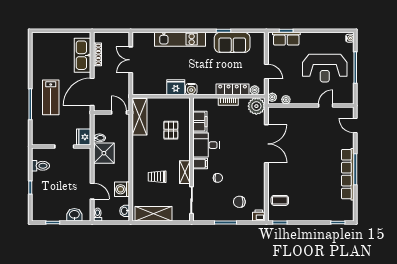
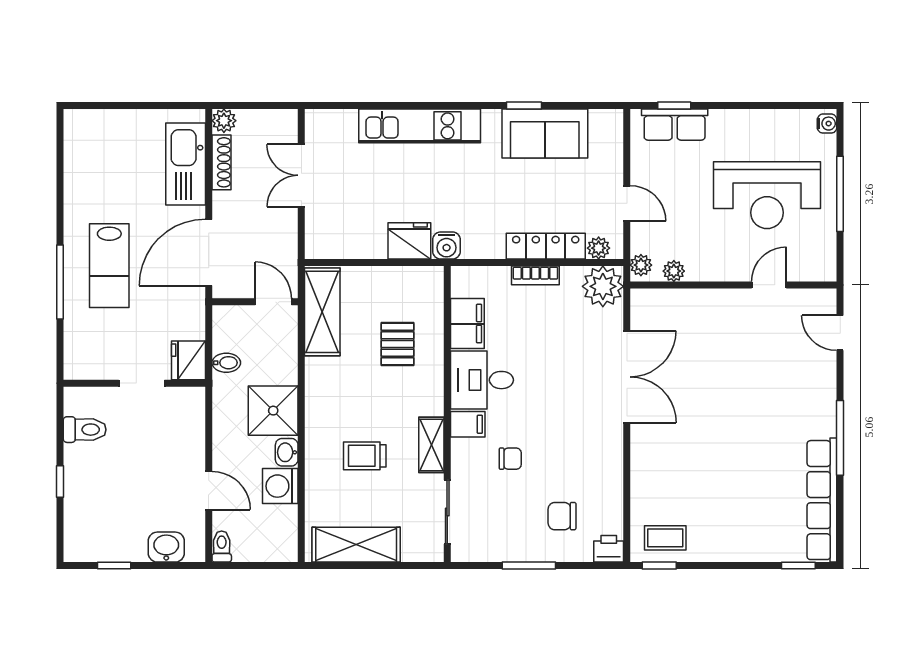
plant: (98, 37) -> (224, 121), added
shower: (104, 153) -> (273, 411), moved
row of seats: (348, 174) -> (822, 500), moved
coffee table: (280, 200) -> (665, 538), moved
washbasin: (125, 211) -> (287, 452), moved

